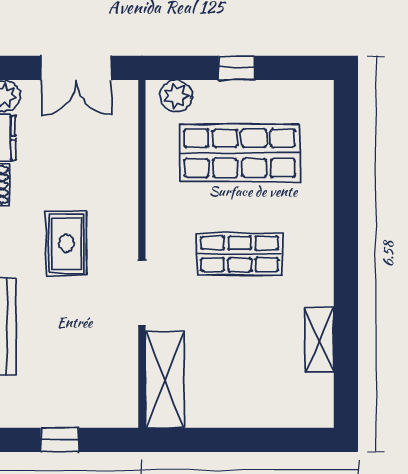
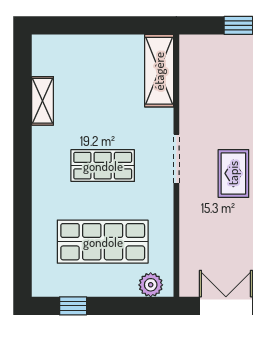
window: (237, 68) -> (73, 306), moved
doorway: (142, 293) -> (176, 159), moved

